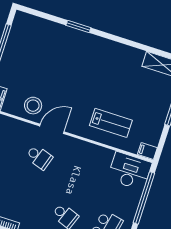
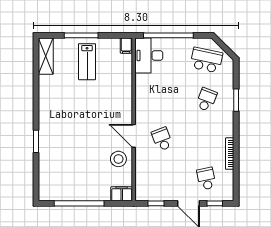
lab bench: (111, 123) -> (87, 62), moved, turned 180
school desk: (39, 157) -> (162, 139), turned -39

